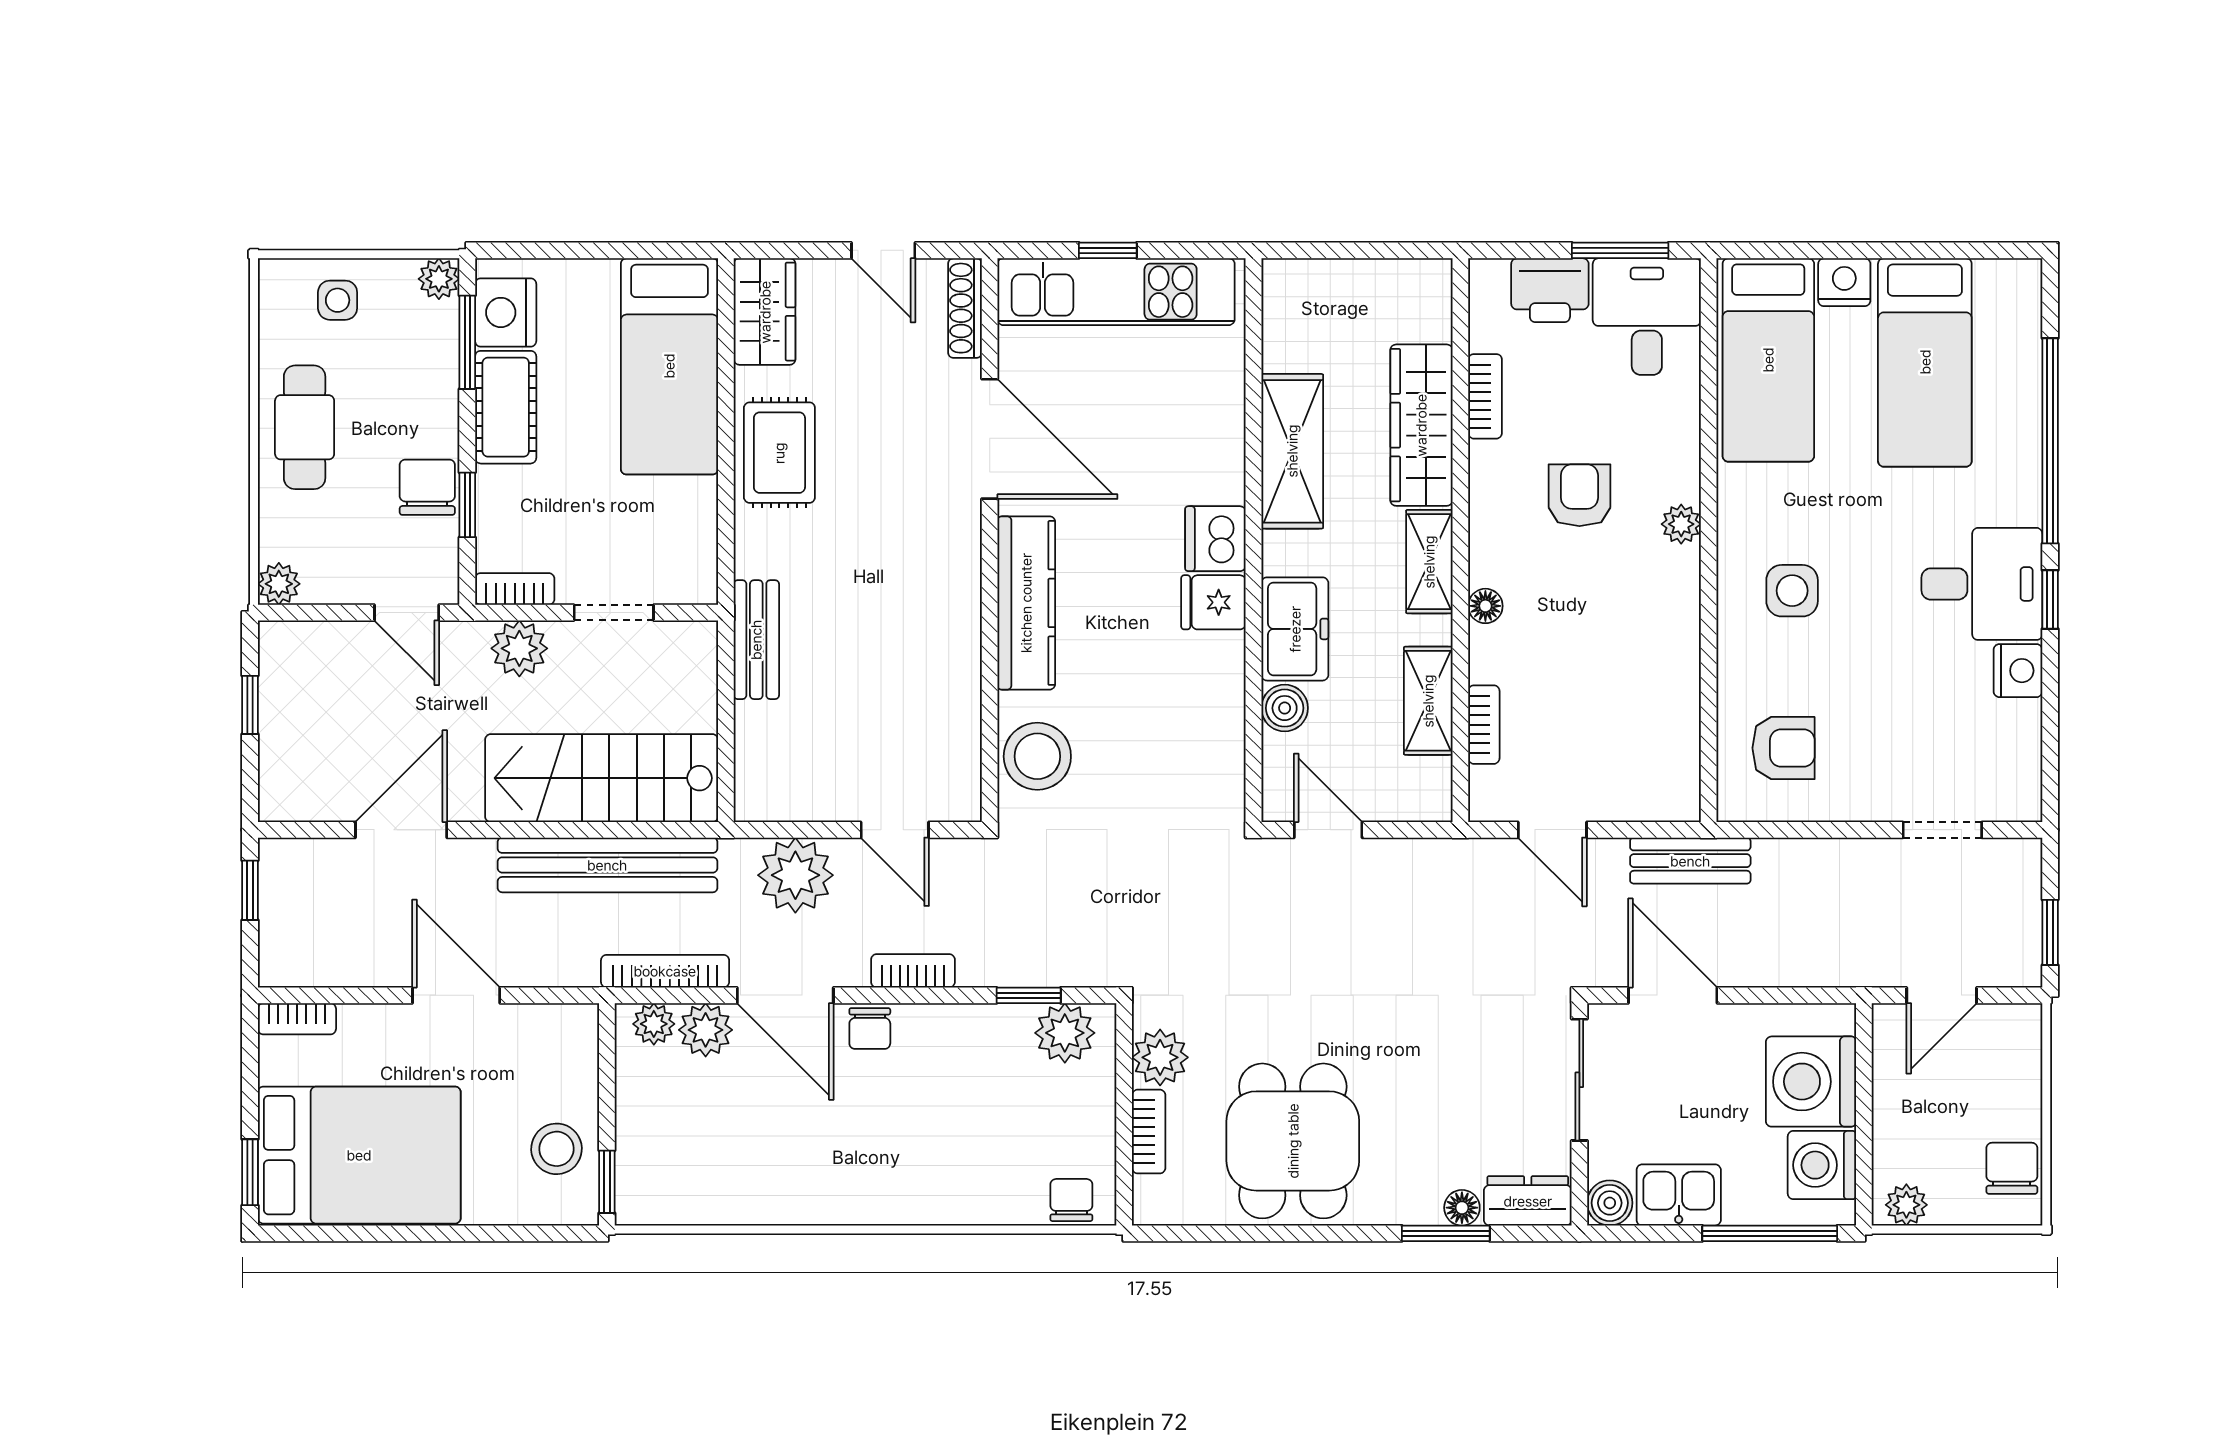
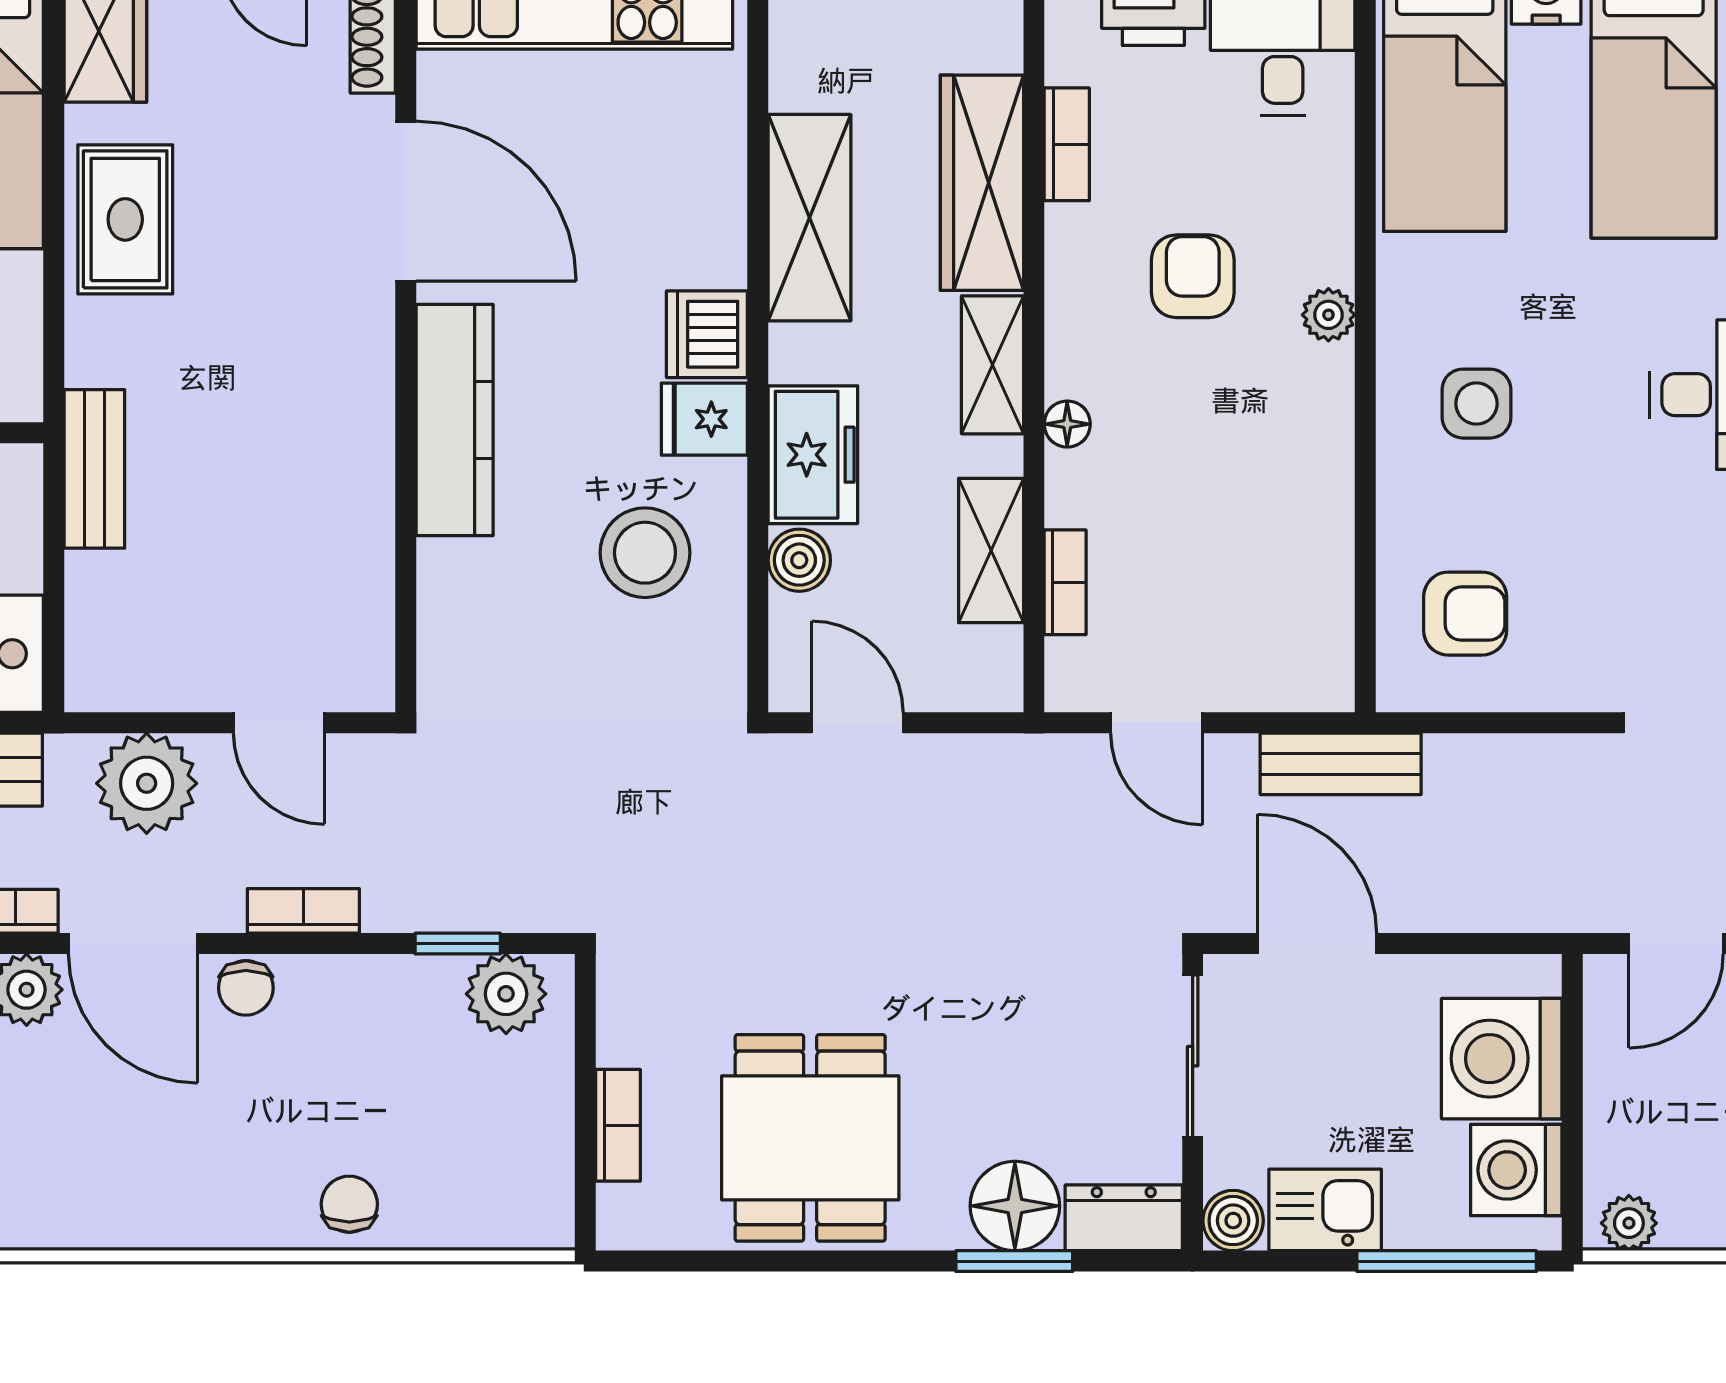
stool: (1037, 756) -> (645, 553), moved
plant: (1160, 1057) -> (633, 1026), removed
chair: (1071, 1200) -> (349, 1204), moved
floor lamp: (1462, 1208) -> (1015, 1206), width x1.89, depth x1.89

